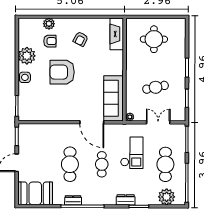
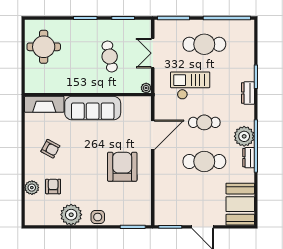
round table: (154, 39) -> (44, 47), moved
armchair: (62, 72) -> (122, 167), moved, turned 180
sofa: (114, 98) -> (93, 108), moved
plant: (167, 197) -> (244, 136), moved

